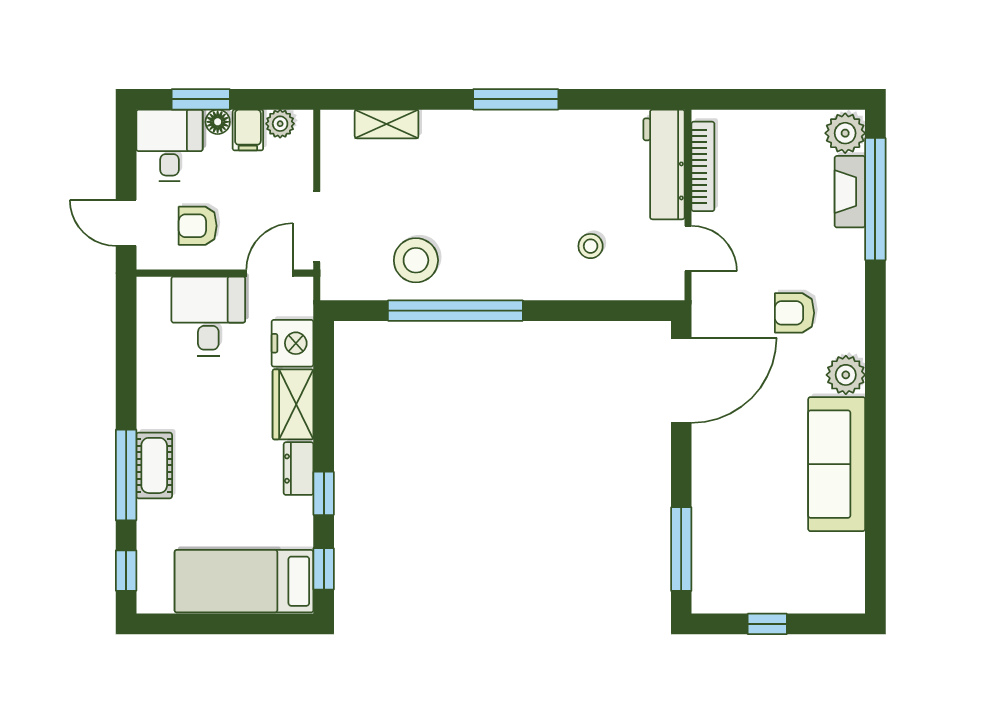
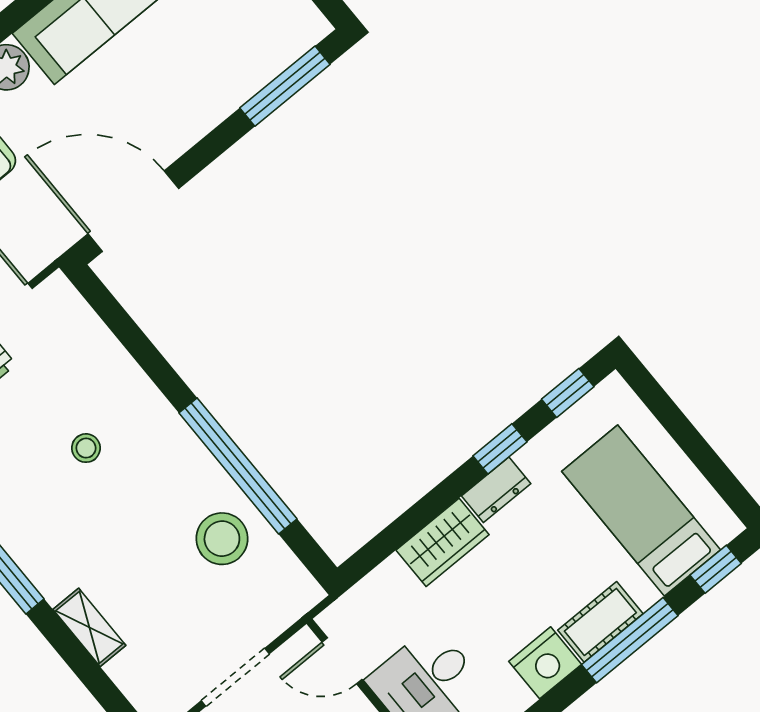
shelving: (387, 124) -> (89, 627), moved
doorway: (317, 227) -> (235, 677), moved
stool: (591, 246) -> (86, 448), moved
nightstand: (292, 343) -> (545, 663), moved, turned 180
bed: (244, 581) -> (641, 511), moved, turned 180

